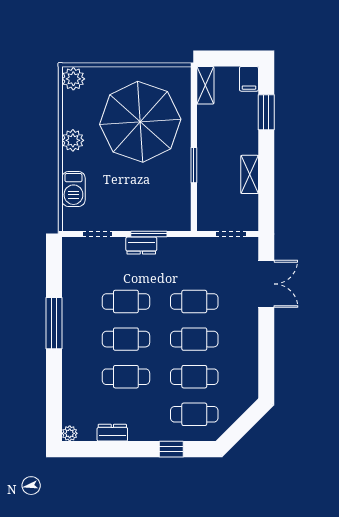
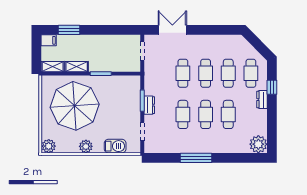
shelving: (250, 174) -> (77, 67), moved
plant: (70, 433) -> (258, 144), width x1.88, depth x1.88
dresser: (112, 433) -> (262, 100), moved

